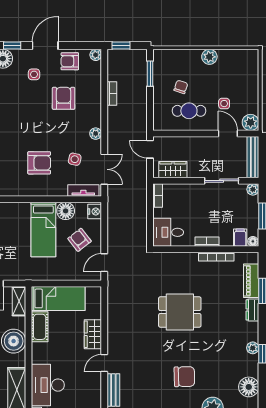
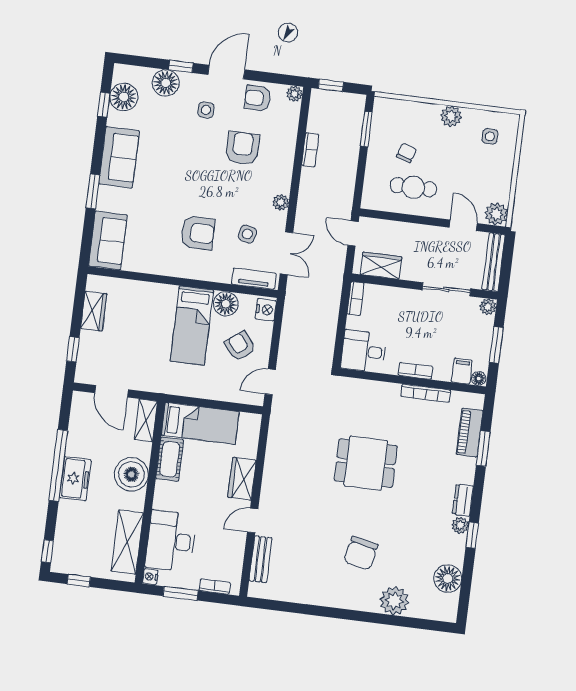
side table: (224, 104) -> (490, 136), moved
dresser: (252, 310) -> (463, 500), moved
chair: (184, 377) -> (361, 553), turned 103

